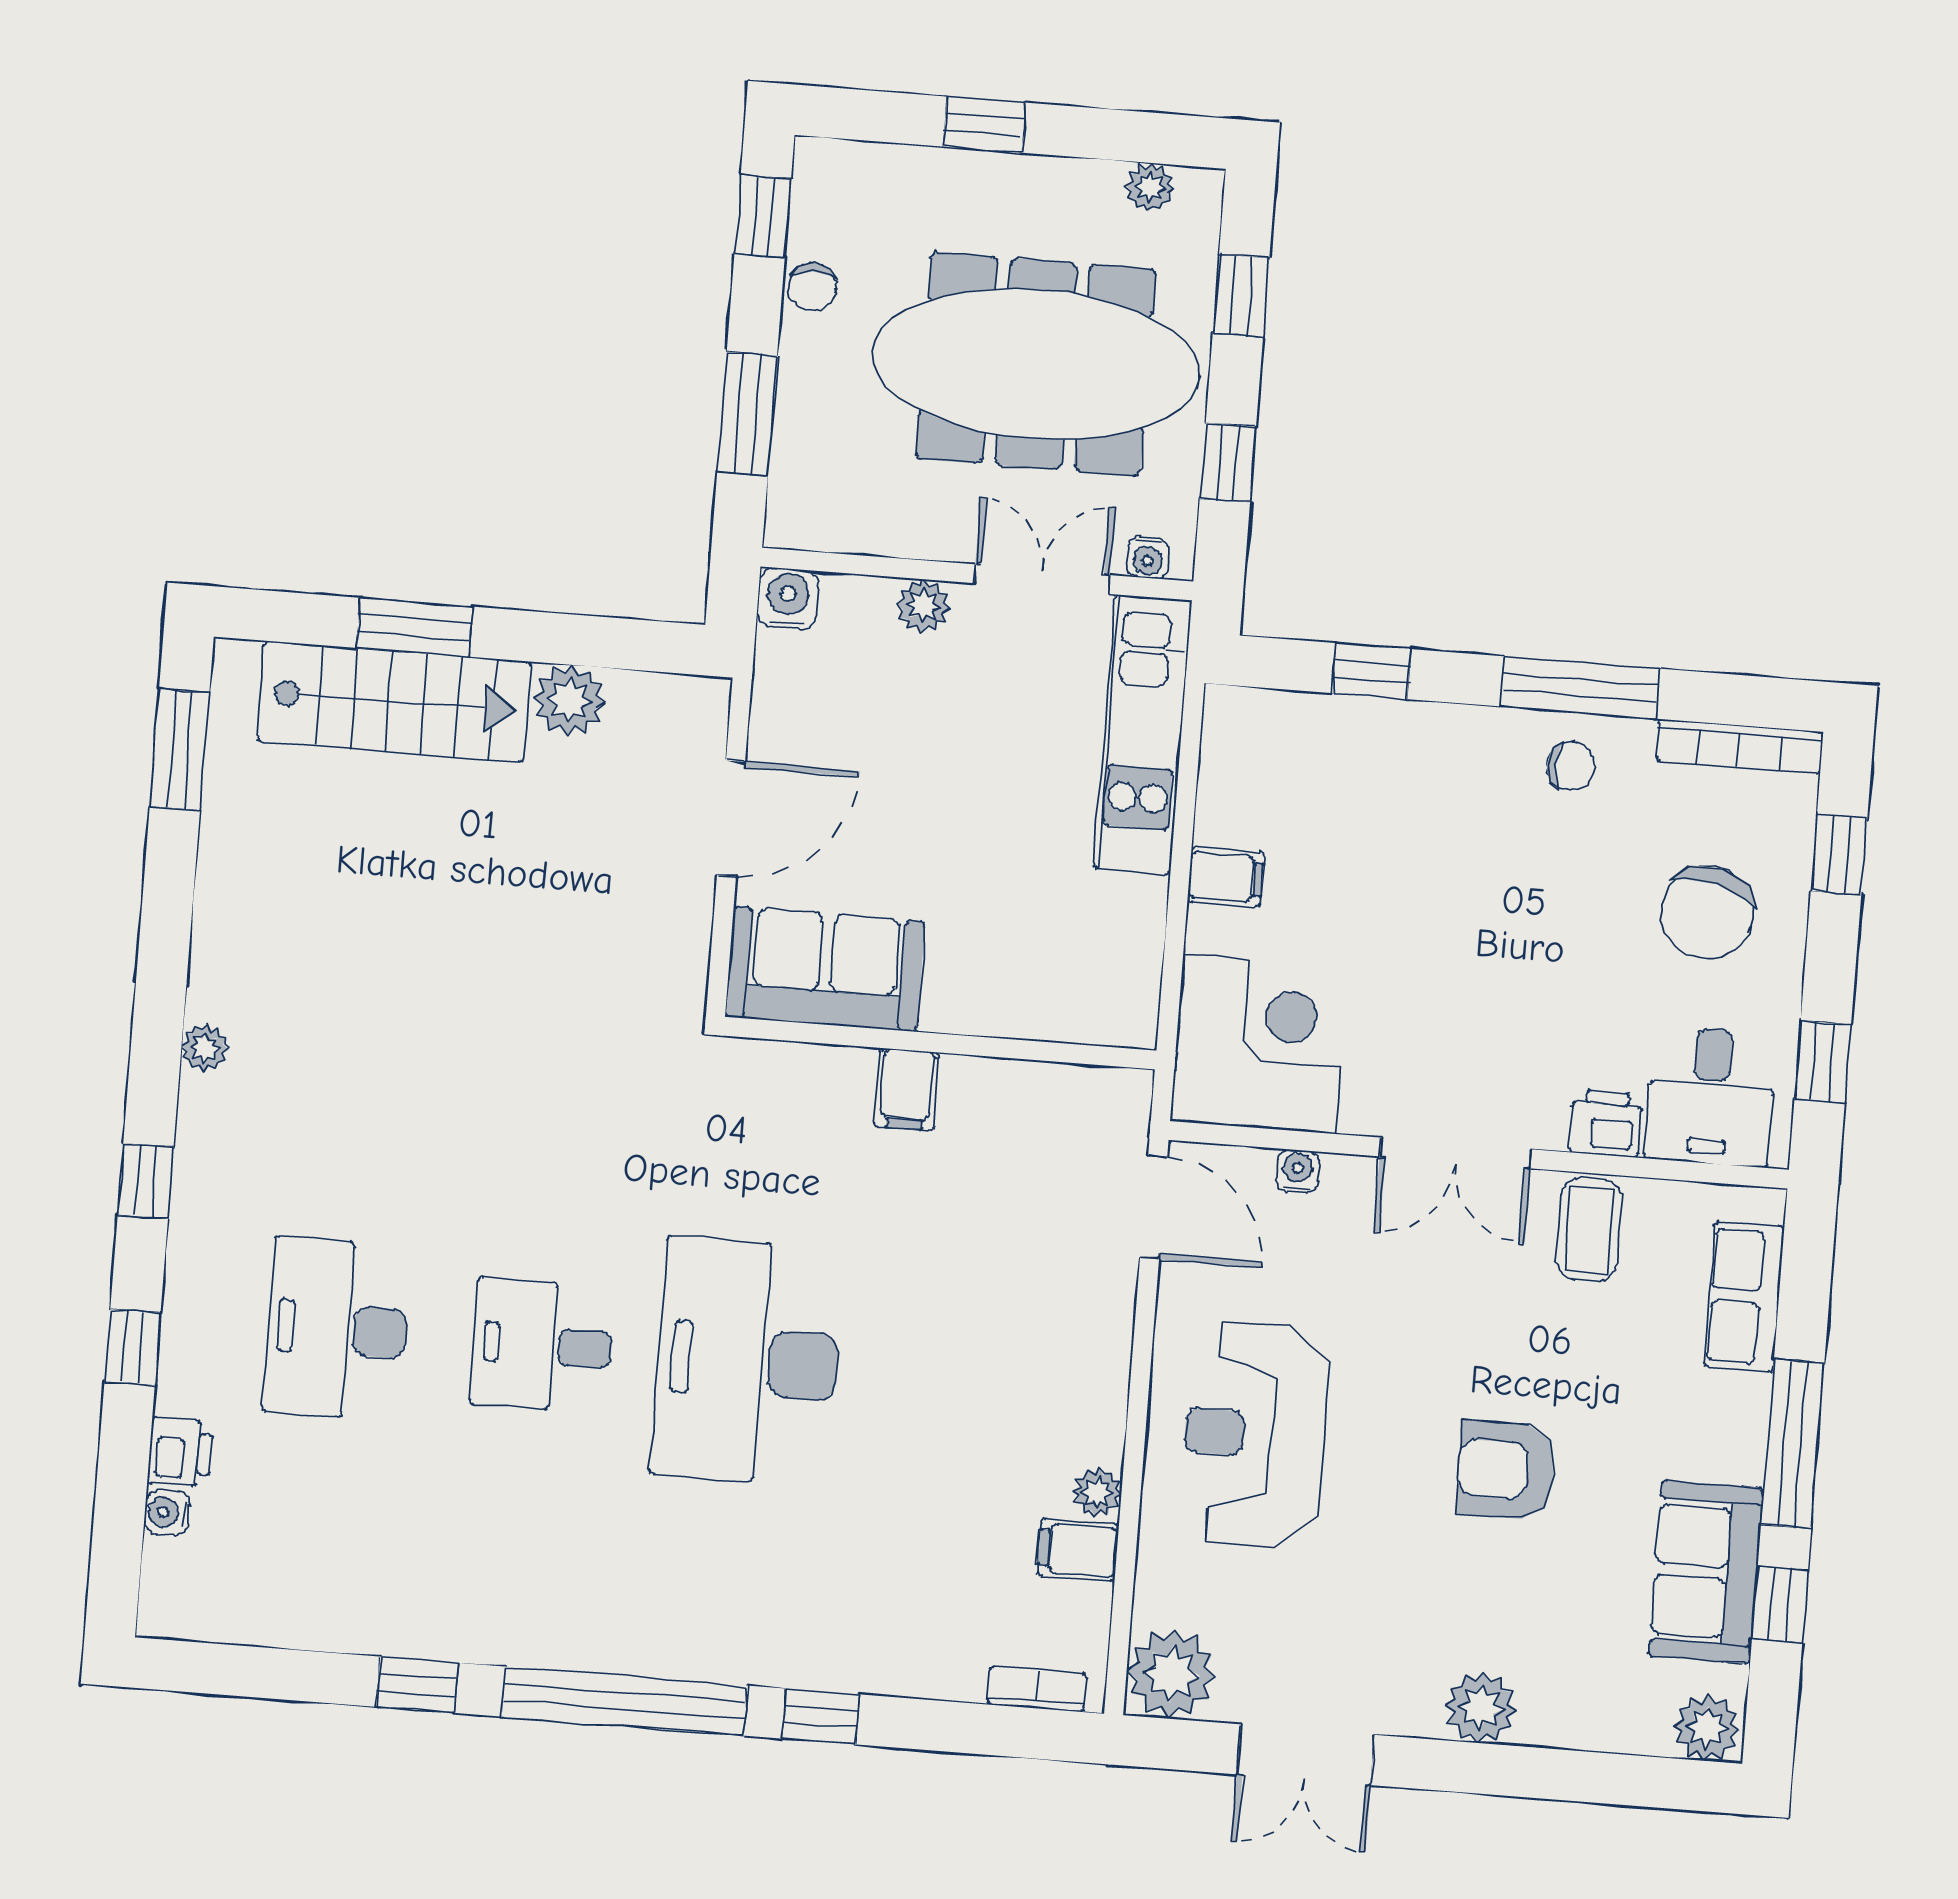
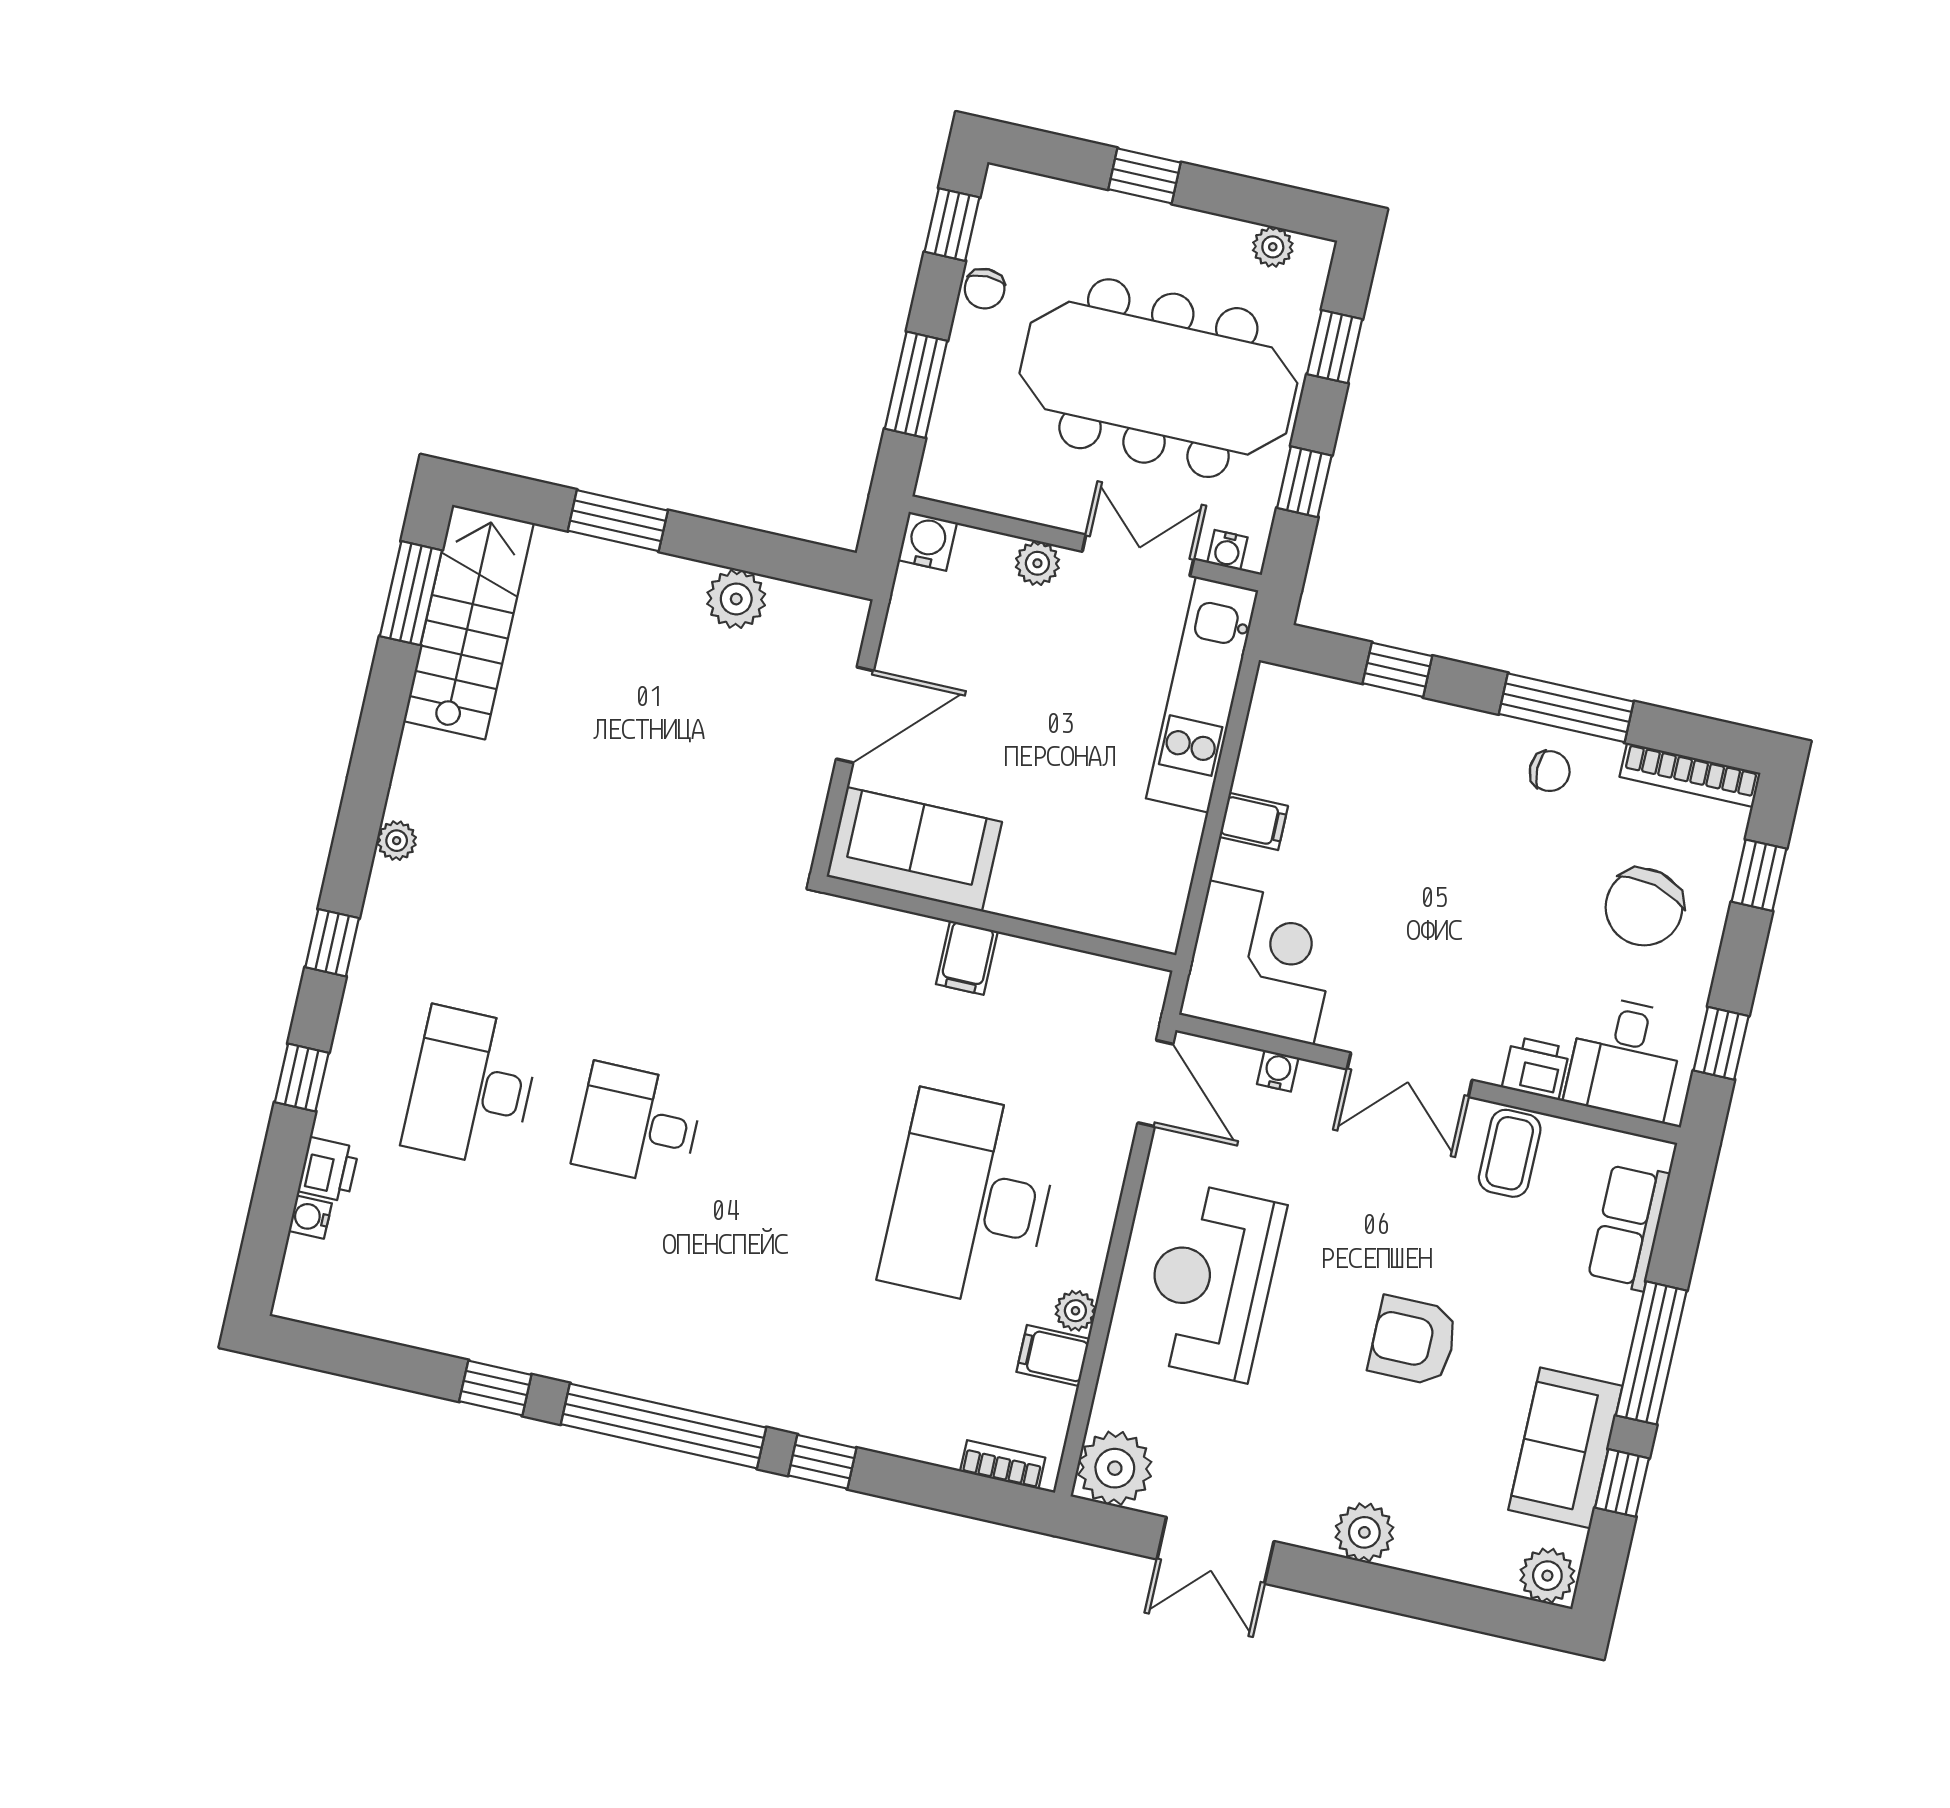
stairs: (394, 702) -> (469, 622), moved, turned -90
desk: (748, 1362) -> (971, 1199), moved

